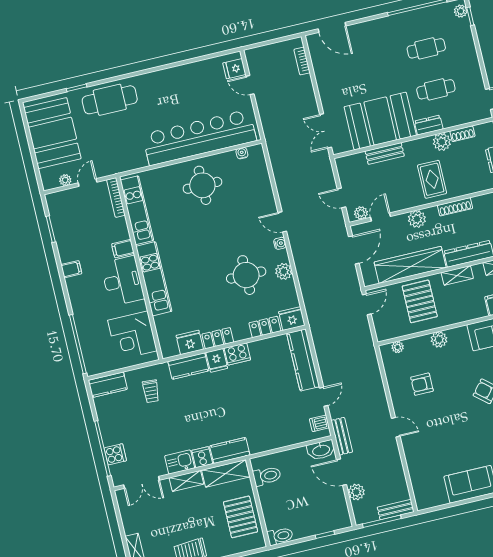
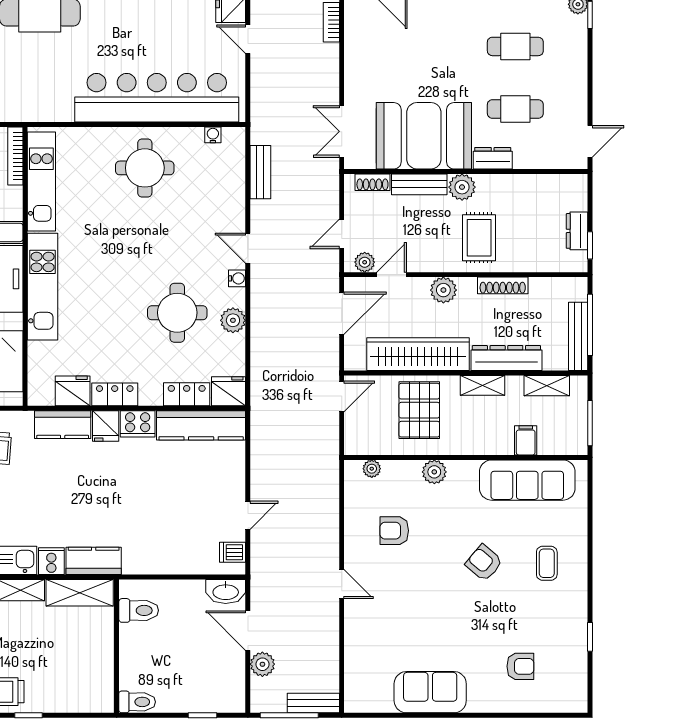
shoe rack: (462, 134) -> (372, 182), moved
plant: (442, 142) -> (462, 187), moved
door: (342, 198) -> (342, 234), hinge flipped
kitchen counter: (303, 360) -> (201, 425), moved, turned -90
bench: (342, 436) -> (260, 172), moved
pallet: (241, 517) -> (86, 661), removed

